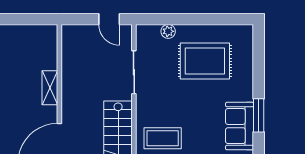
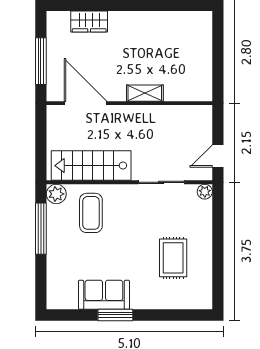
plant: (168, 31) -> (205, 192), moved
rug: (205, 61) -> (173, 258), width x0.73, depth x0.70

